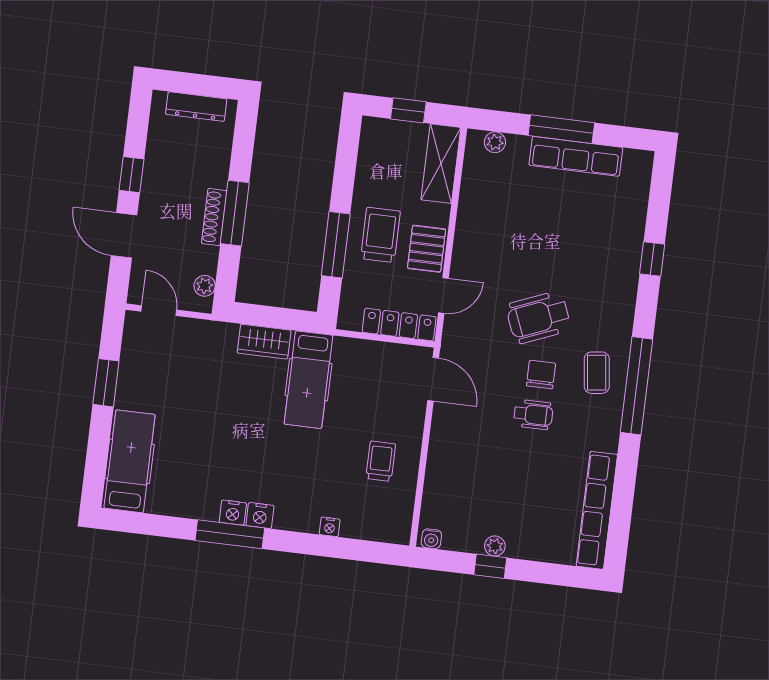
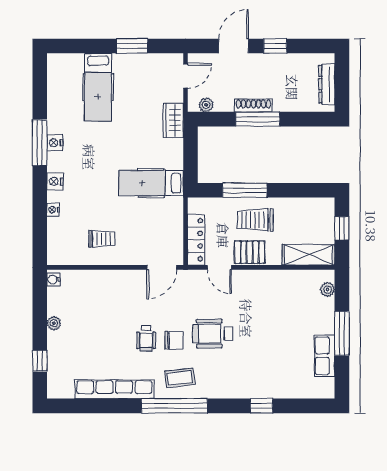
row of seats: (576, 156) -> (325, 356), width x0.68
trolley: (380, 235) -> (255, 220), turned 180
wheelchair: (538, 317) -> (212, 334), turned -68
wardrobe: (264, 342) -> (173, 120), moved
hospital bed: (130, 461) -> (98, 87), moved, turned 90
row of seats: (597, 510) -> (114, 389), moved
nightstand: (260, 516) -> (55, 182), moved
window: (490, 566) -> (40, 361), moved

